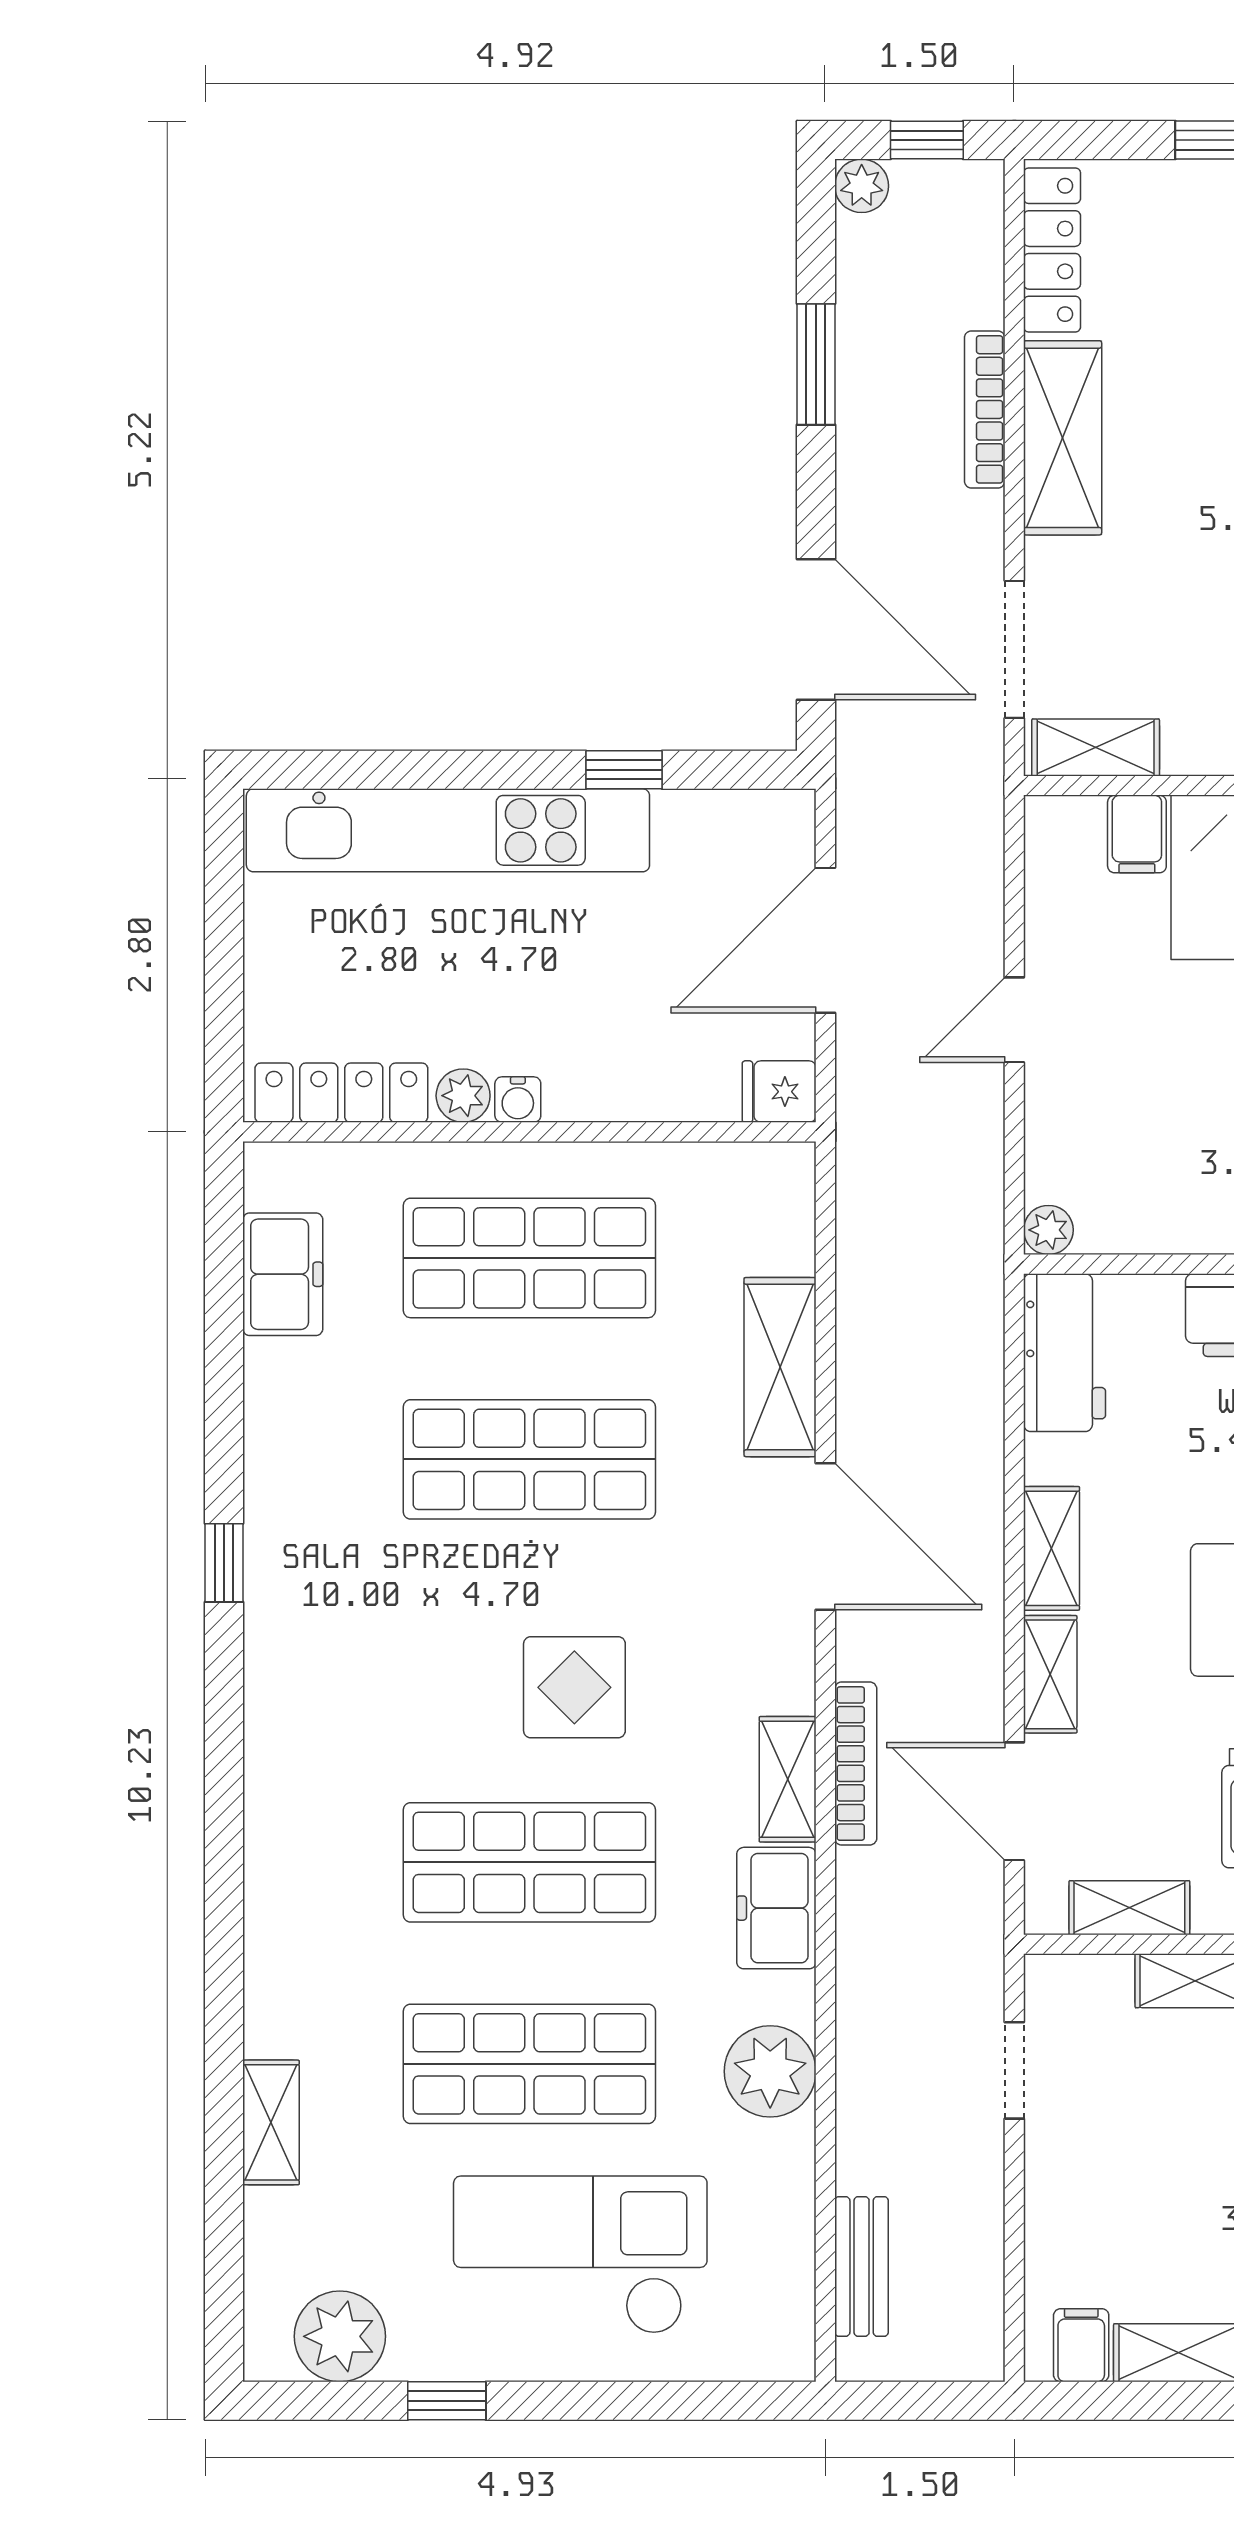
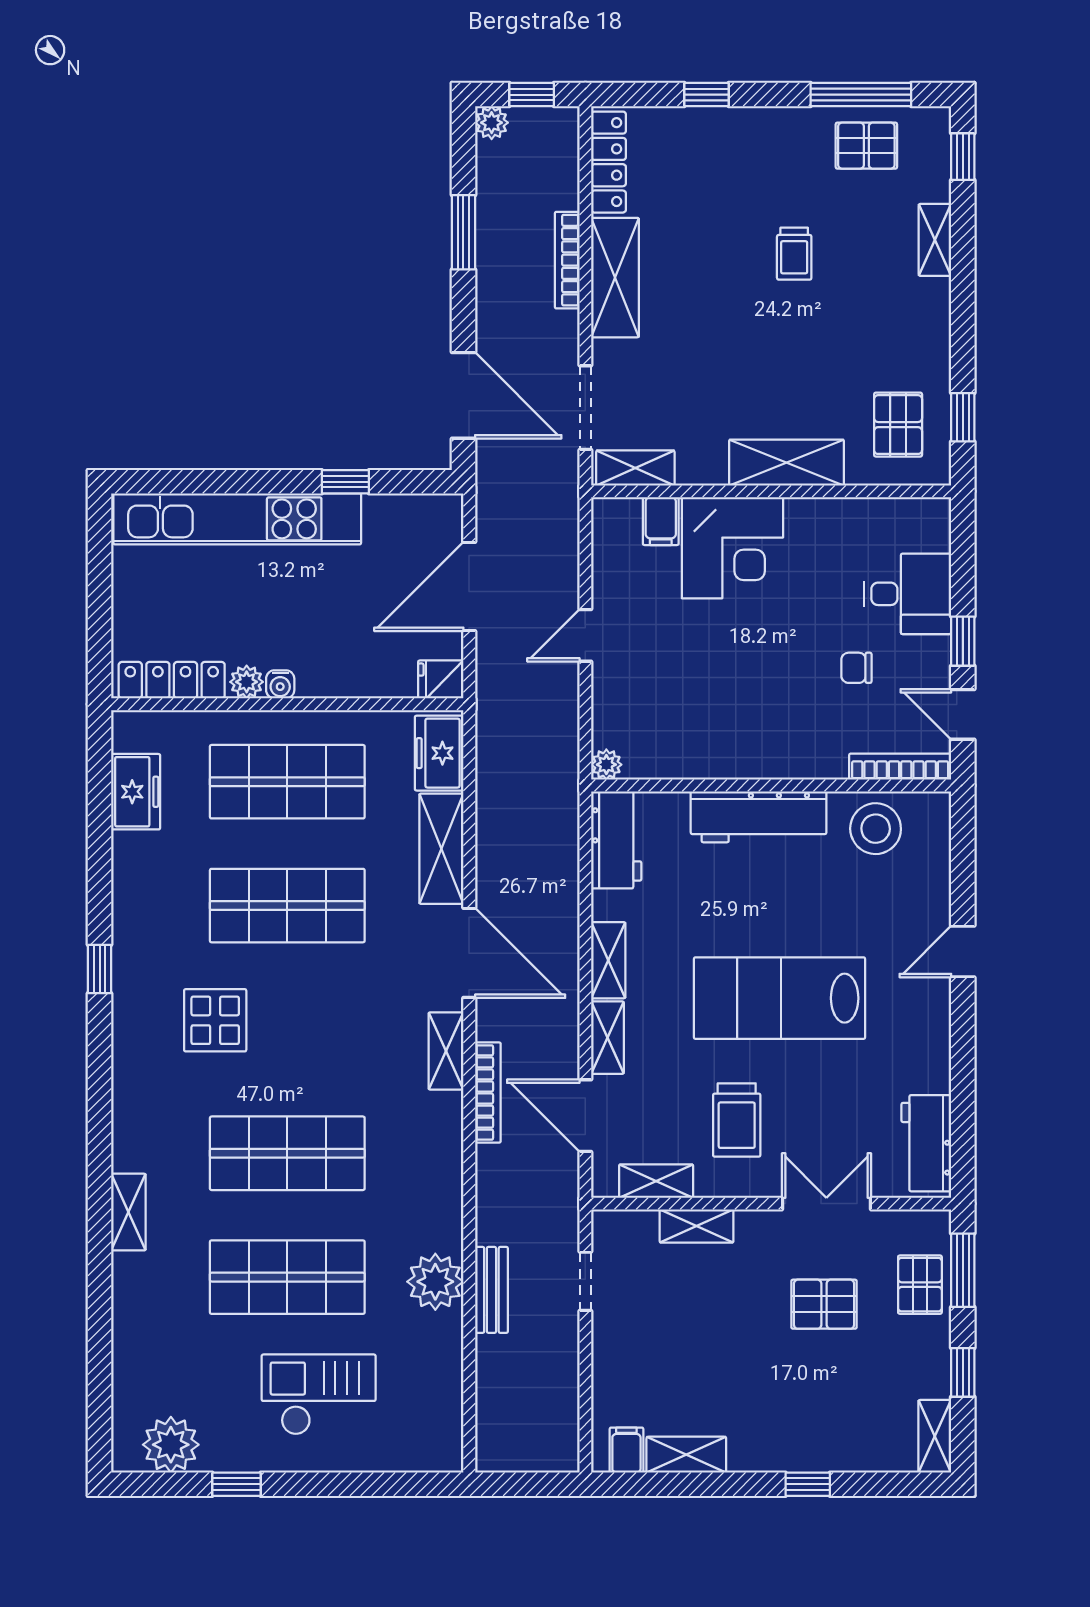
display table: (574, 1687) -> (215, 1020), moved
shelving: (788, 1779) -> (446, 1051), moved
freezer: (776, 1908) -> (439, 753), moved
shelving: (271, 2122) -> (128, 1212), moved
checkout: (580, 2255) -> (319, 1395), width x0.73, depth x0.83
bench: (862, 2266) -> (491, 1290), moved

